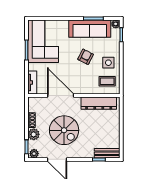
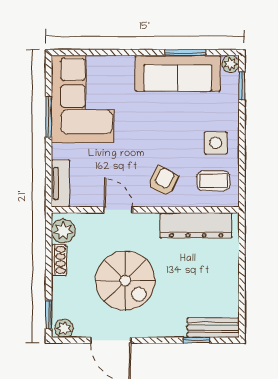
armchair: (86, 57) -> (163, 181), moved
door: (61, 96) -> (118, 210), width x0.53
plant: (34, 134) -> (63, 231), moved

